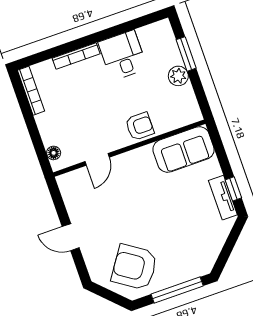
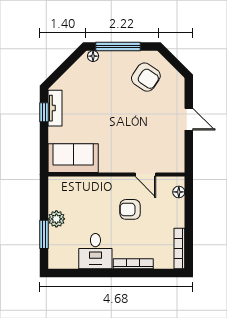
armchair: (140, 126) -> (130, 209), moved
door: (97, 159) -> (146, 175), swing flipped
armchair: (134, 267) -> (146, 77), width x0.73, depth x0.73
floor lamp: (201, 270) -> (93, 56), added

